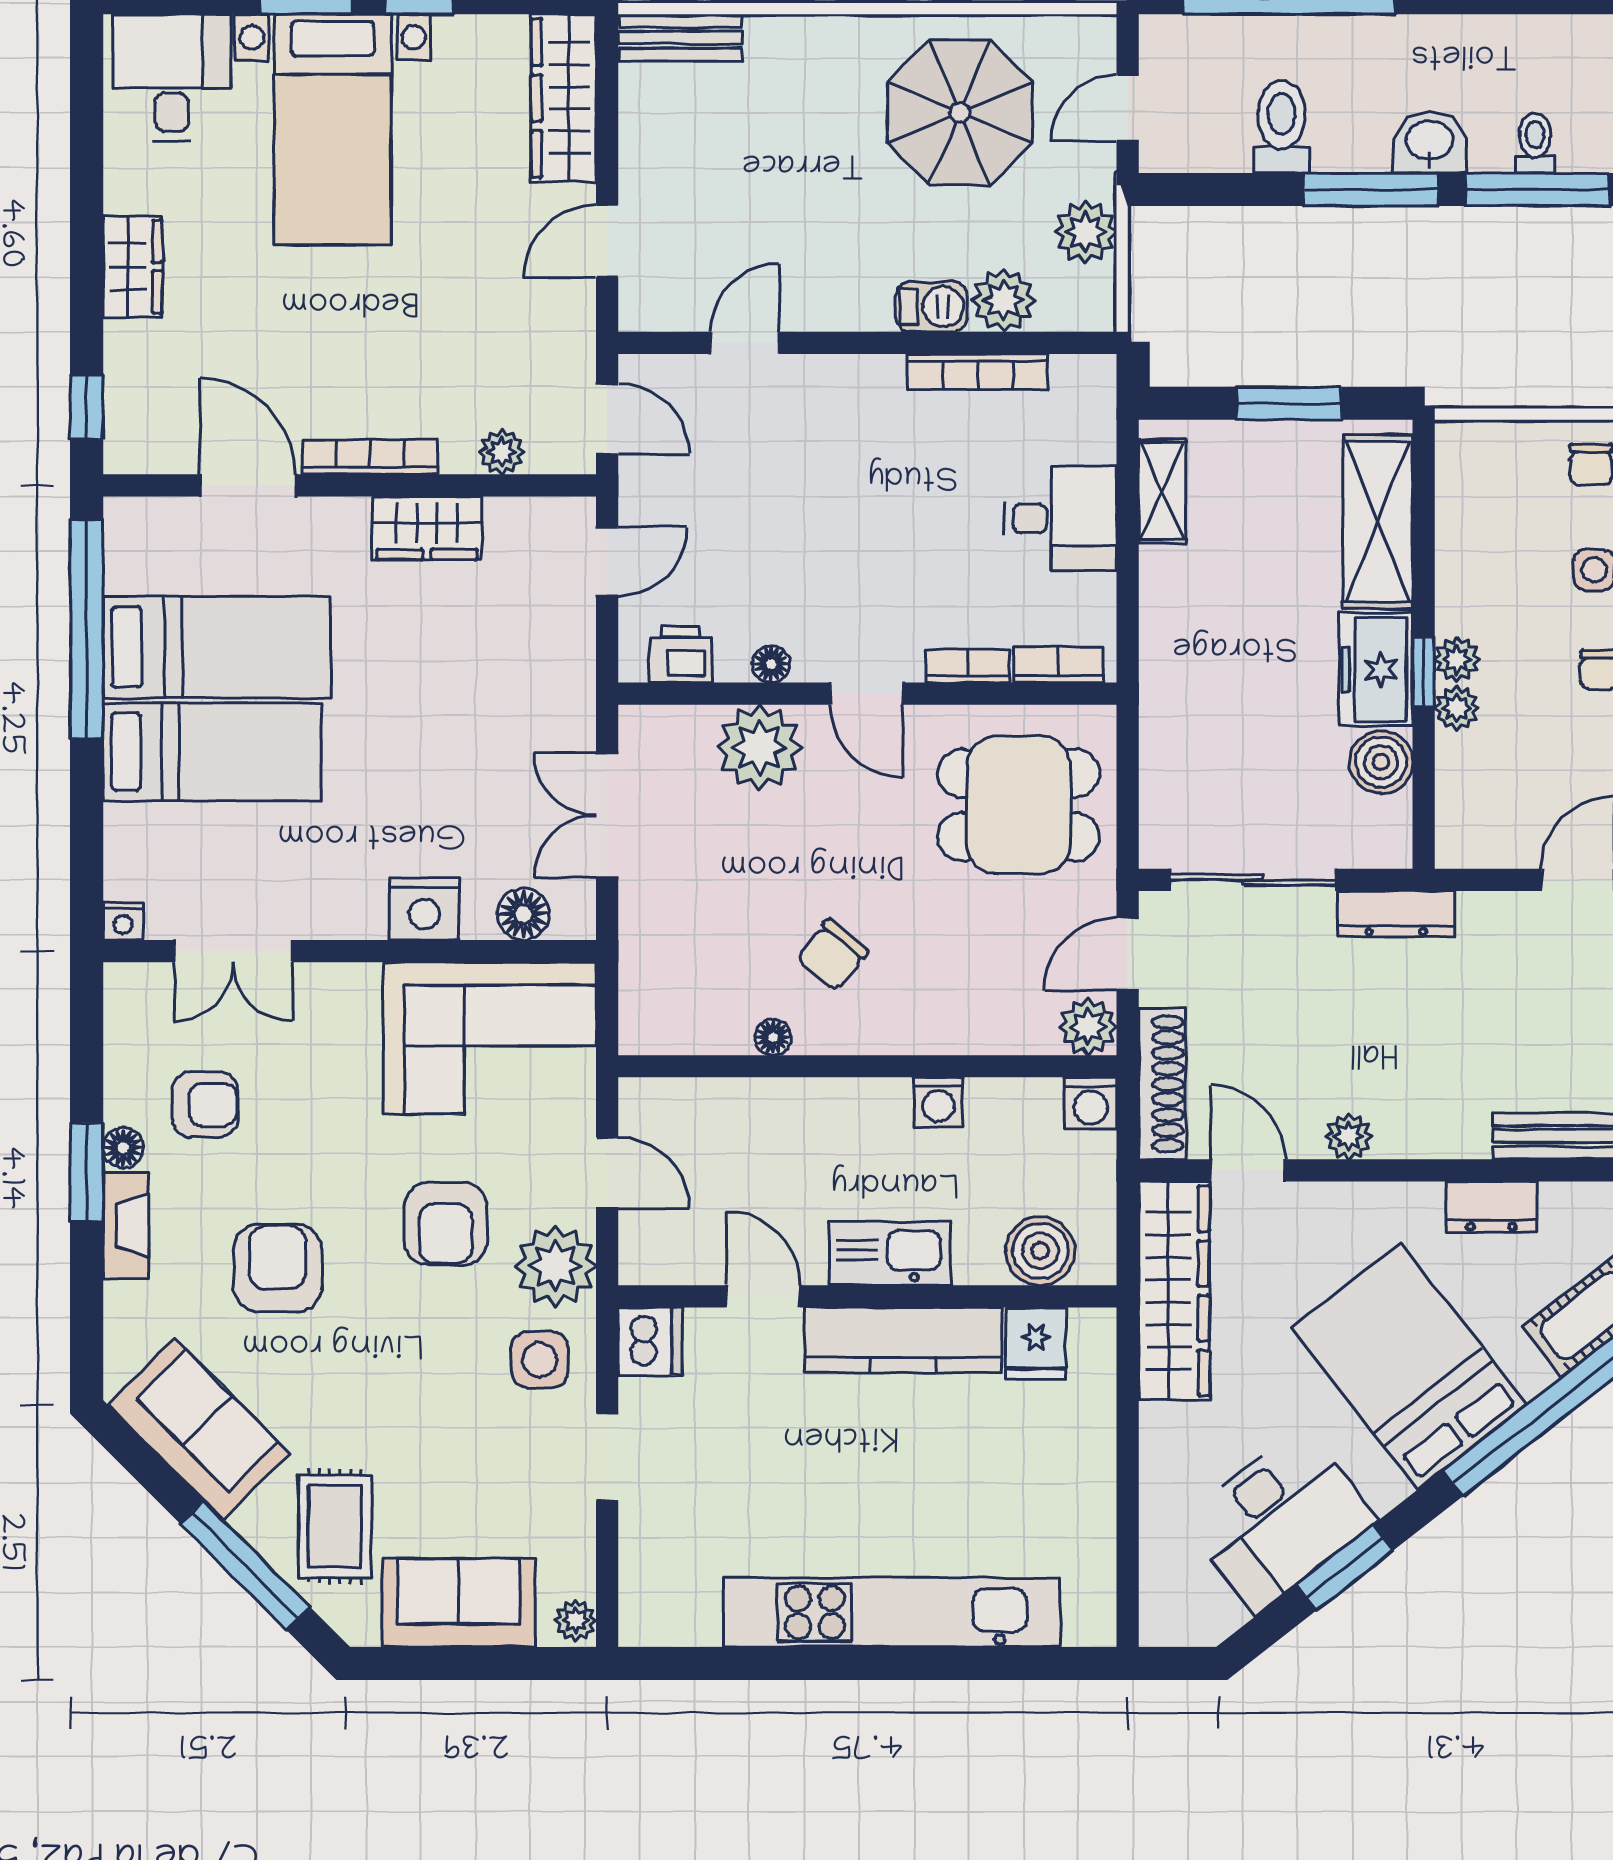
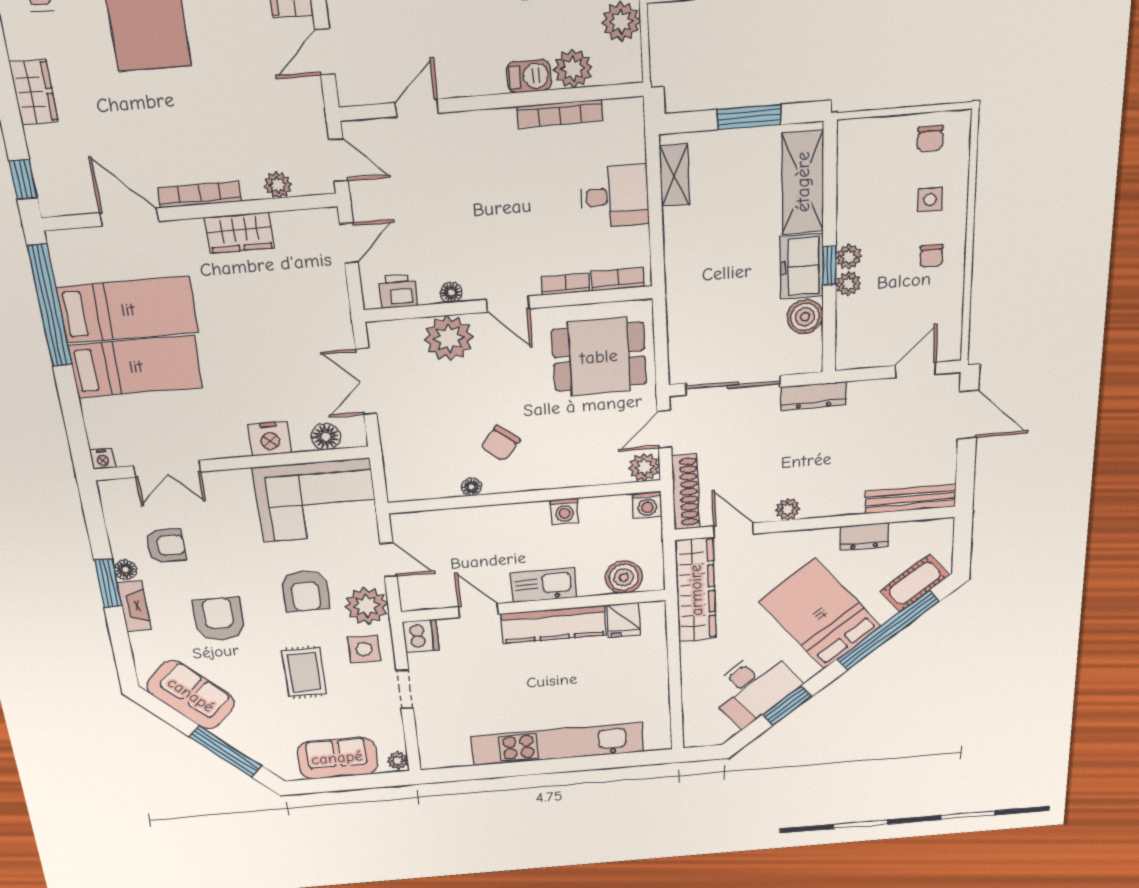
rug: (335, 1526) -> (304, 672), moved

